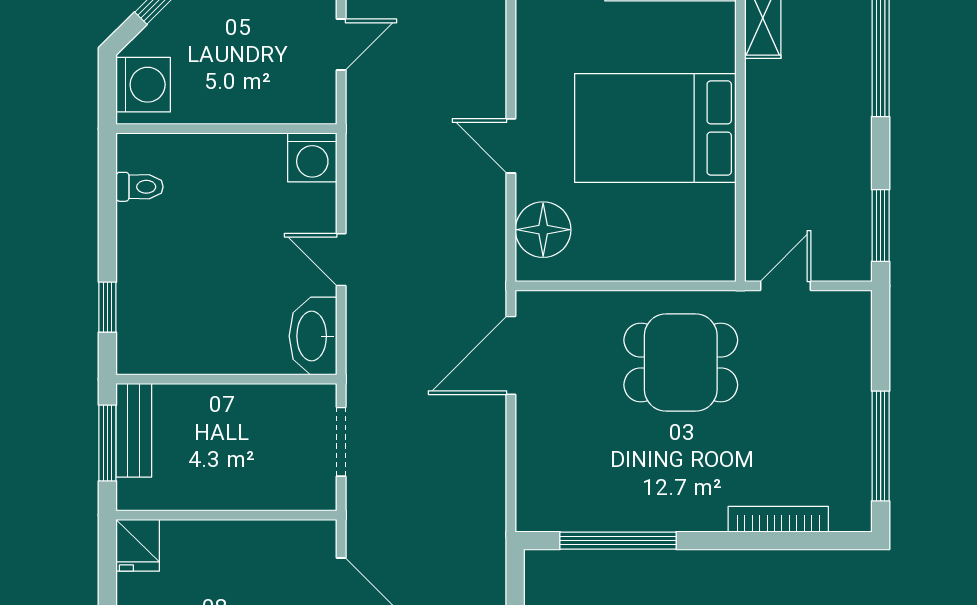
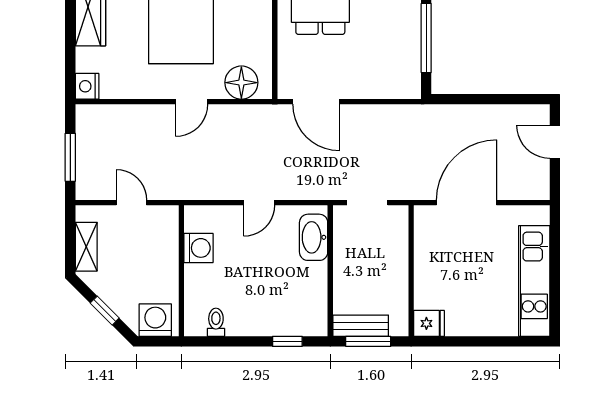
washing machine: (312, 157) -> (198, 248), moved
washbasin: (313, 336) -> (314, 237), moved, turned 90

